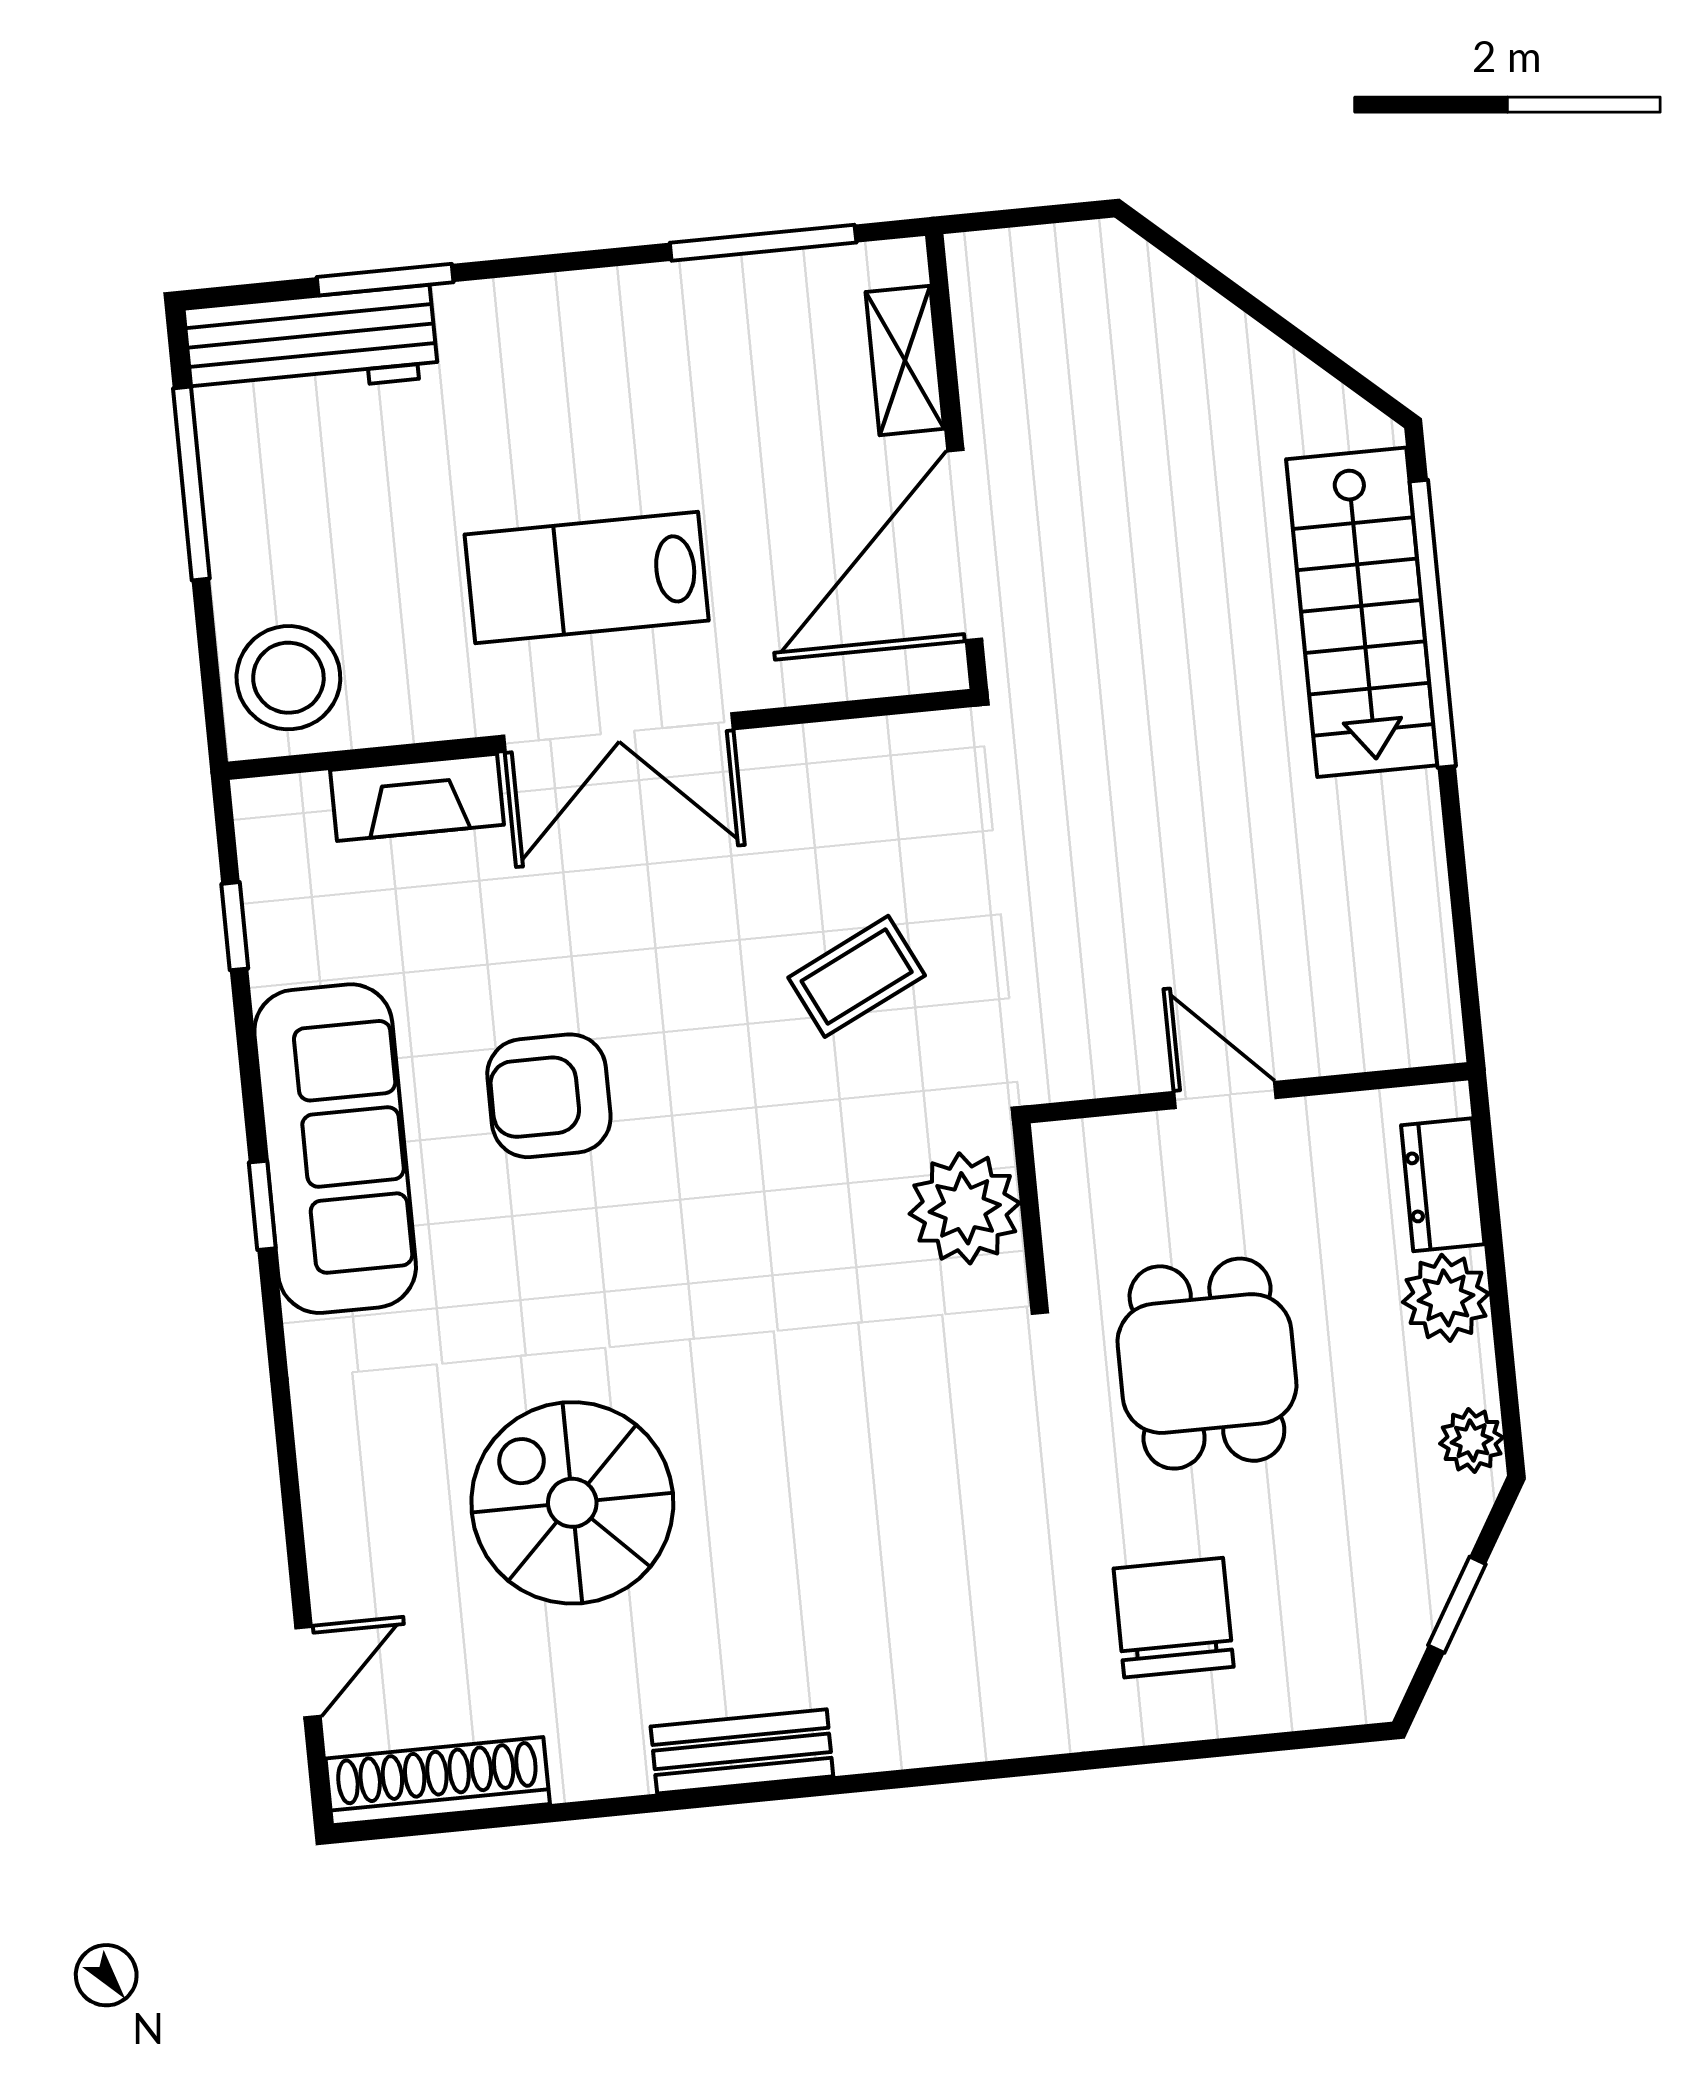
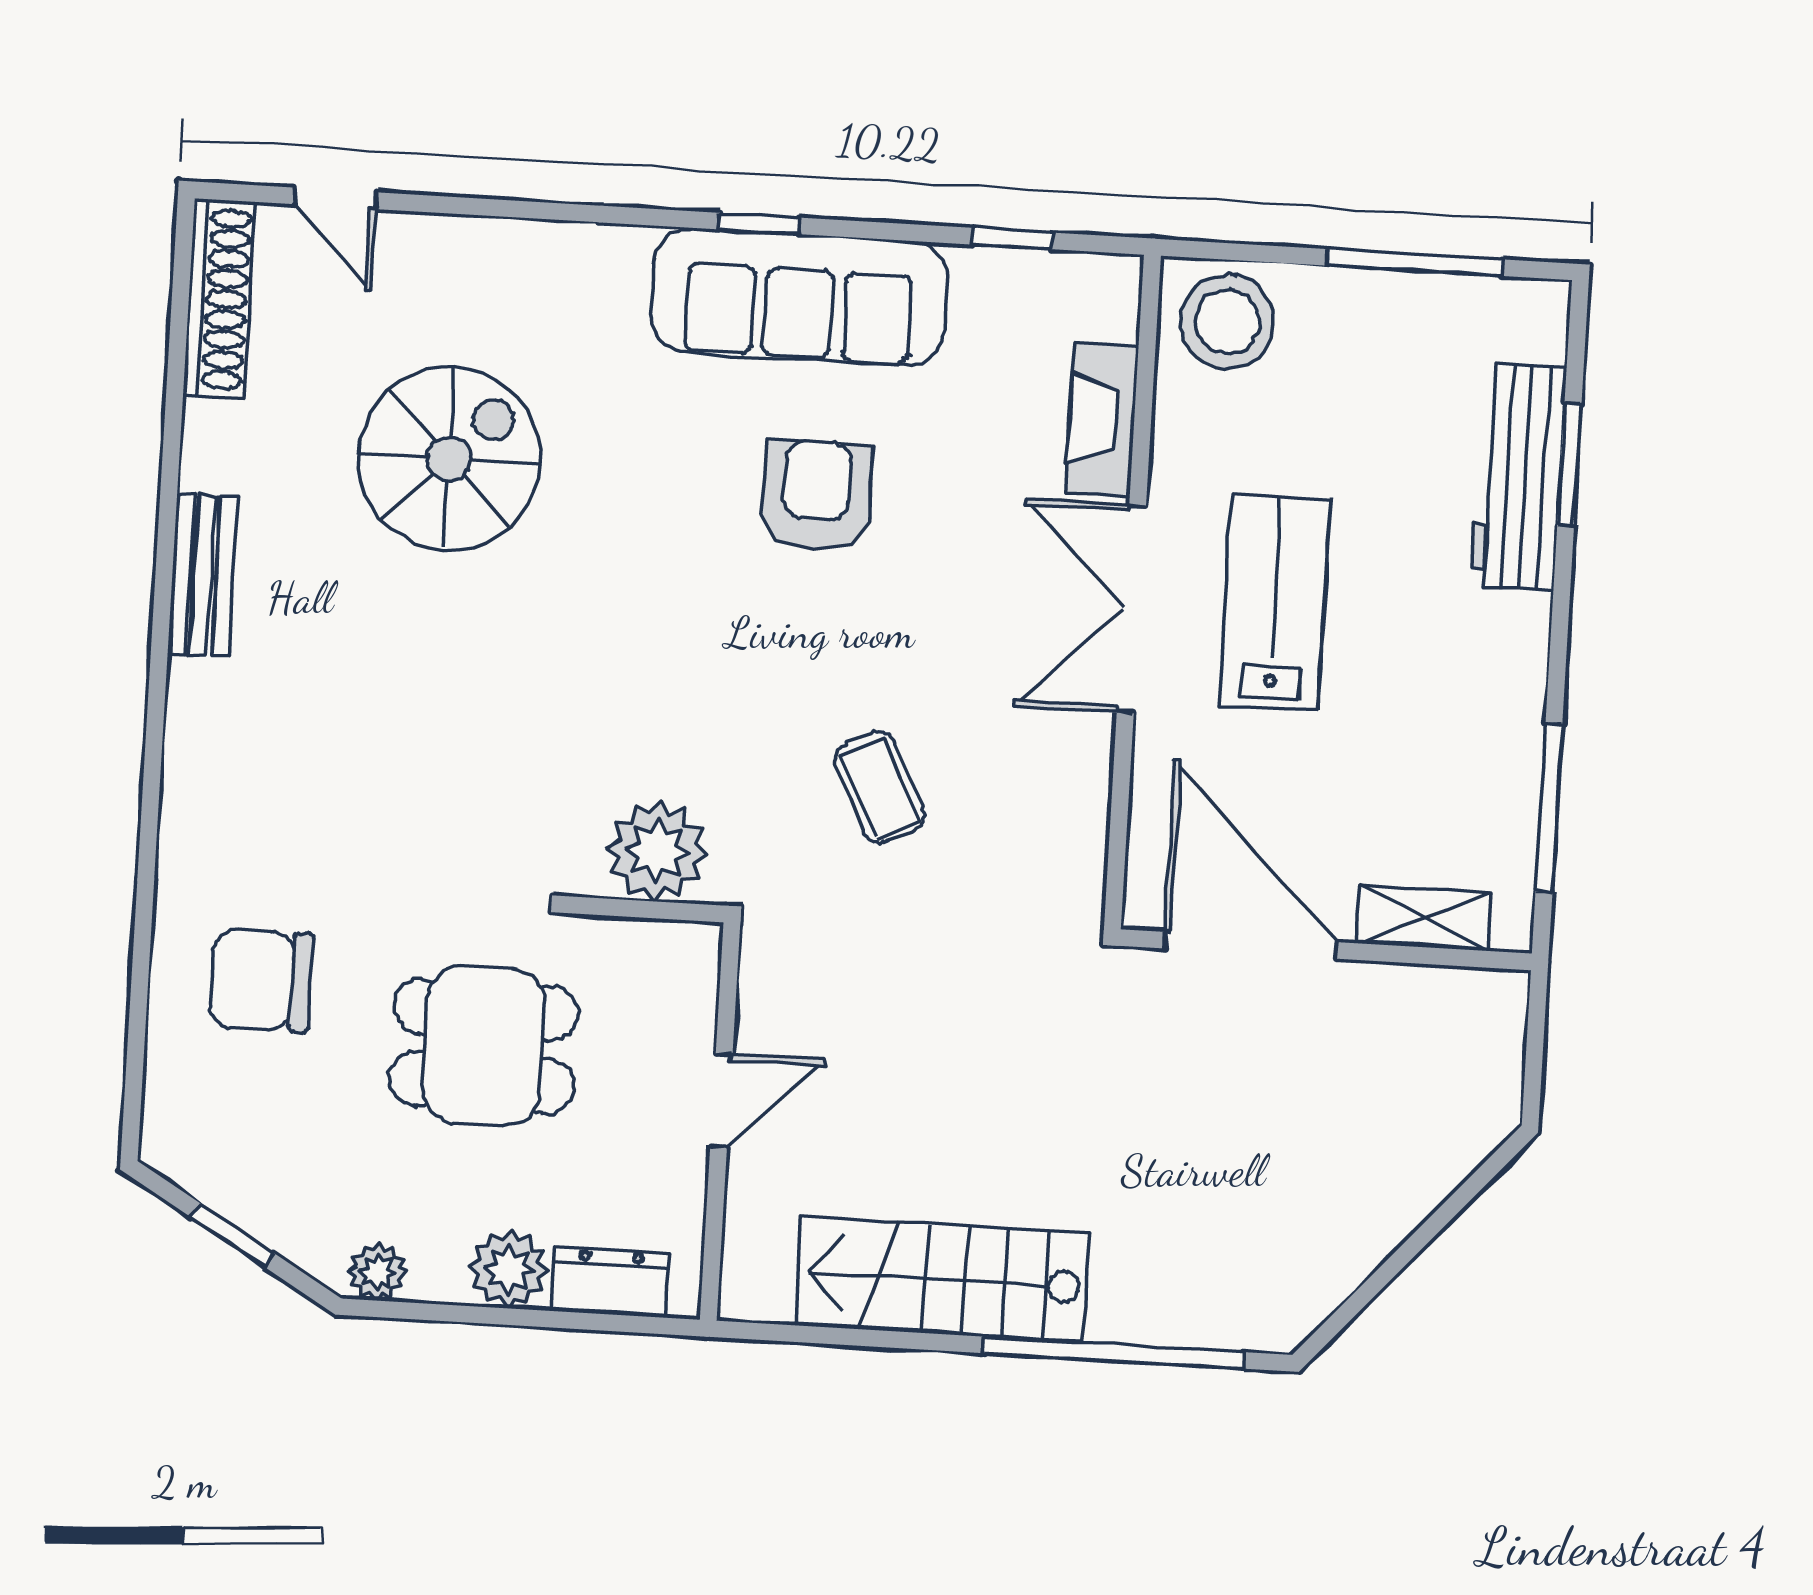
workbench: (311, 343) -> (1518, 477), moved
stairs: (1362, 612) -> (942, 1279), moved
chair: (1174, 1618) -> (261, 980), turned 180

